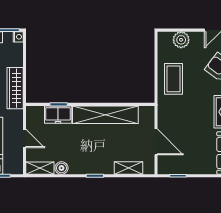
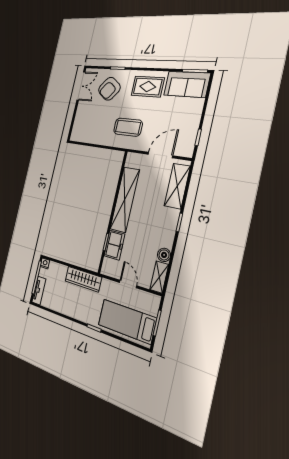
plant: (181, 40) -> (80, 121), removed
coffee table: (174, 79) -> (128, 127), moved
door: (25, 138) -> (128, 284), hinge flipped
shelving: (129, 168) -> (177, 186), width x1.50, depth x1.33

